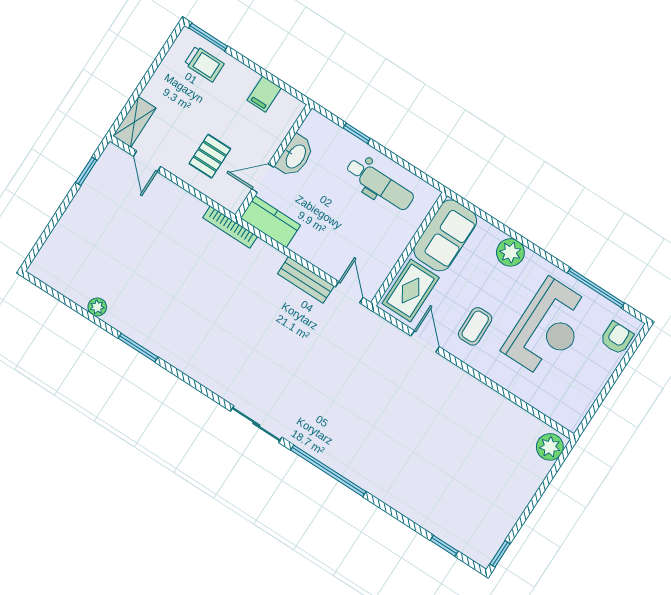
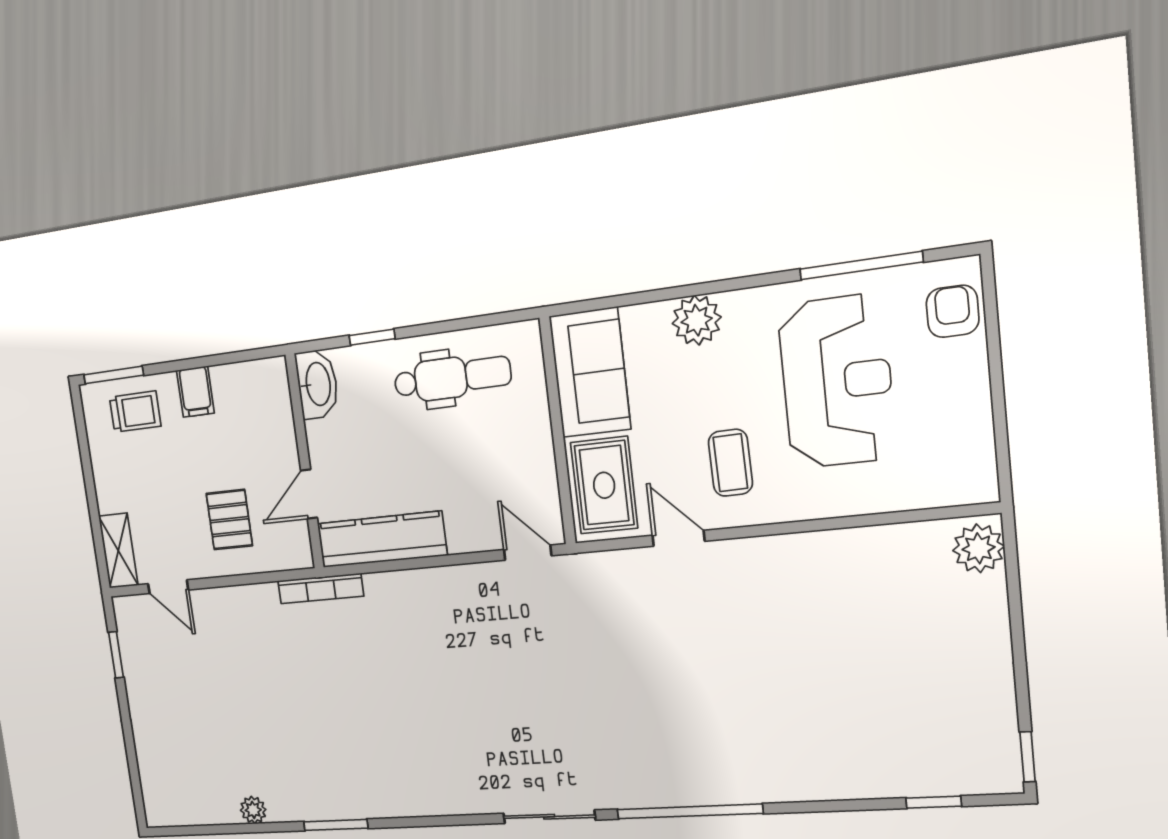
filing cabinet: (264, 94) -> (195, 392), moved
washbasin: (295, 156) -> (317, 384), moved
kitchen counter: (270, 222) -> (382, 539), width x1.50
bench: (306, 280) -> (462, 581), removed

